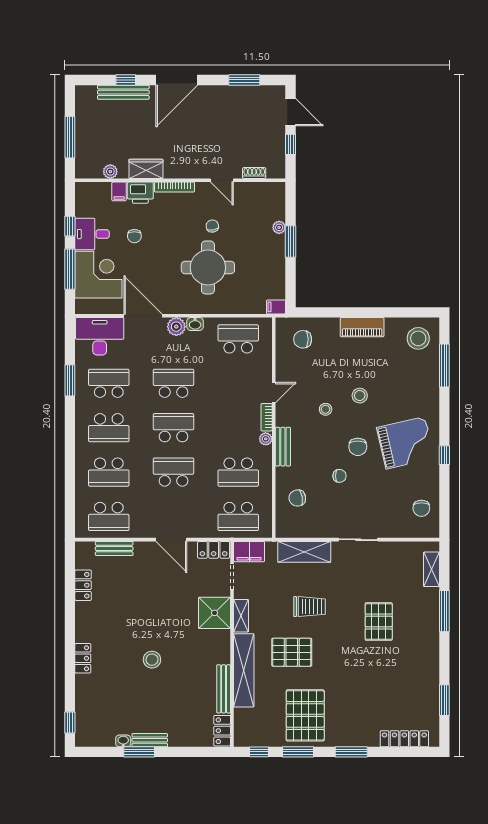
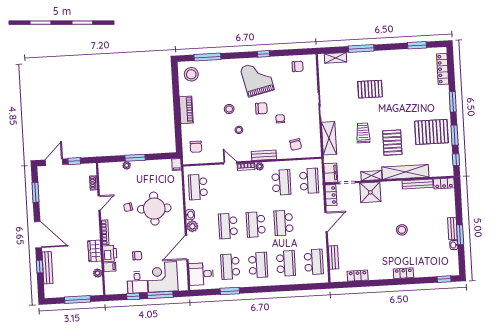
desk: (100, 336) -> (201, 274), width x0.73

